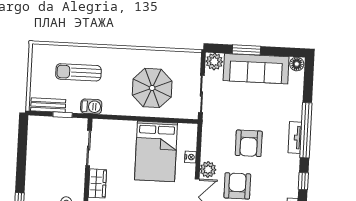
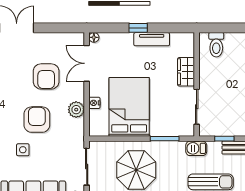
side table: (264, 114) -> (23, 150), added
window: (122, 118) -> (165, 139), added
plant: (208, 169) -> (76, 110), moved

